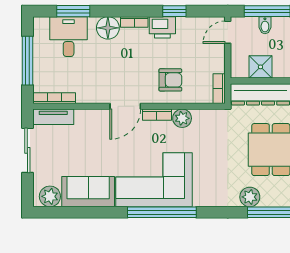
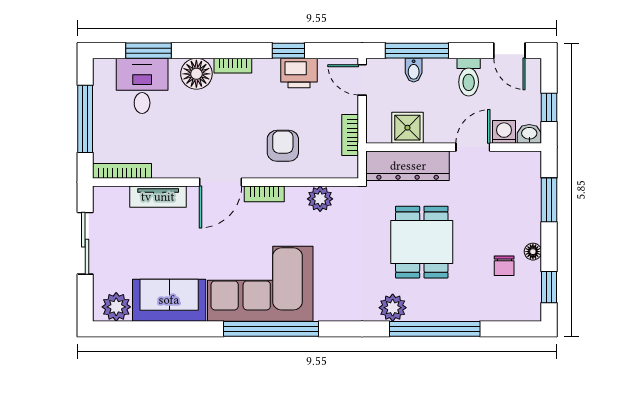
printer: (162, 27) -> (299, 73), moved
door: (228, 32) -> (362, 80), hinge flipped
armchair: (170, 80) -> (283, 146), turned -90
bookcase: (219, 89) -> (350, 135), moved
tv unit: (53, 117) -> (158, 197), moved
plant: (182, 118) -> (320, 199), moved

